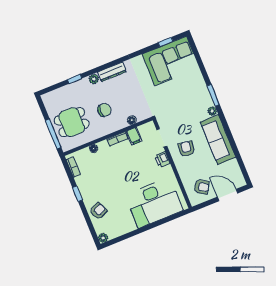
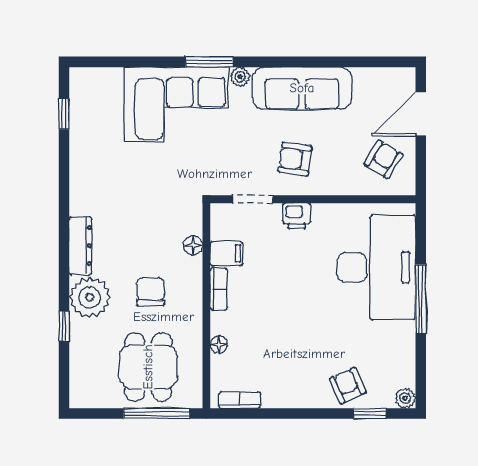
corner sofa: (171, 61) -> (176, 104), moved, turned 90
plant: (94, 79) -> (90, 297), width x1.87, depth x1.87
window: (77, 194) -> (370, 414), moved
window: (148, 227) -> (421, 299), added

